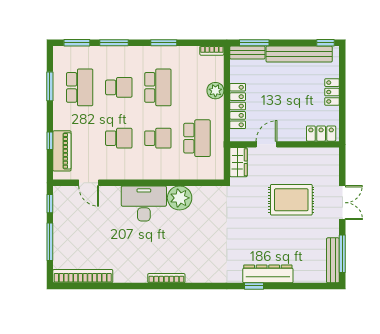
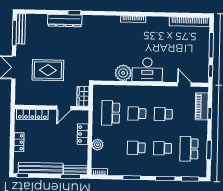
school desk: (158, 87) -> (136, 148), width x0.54
locker: (238, 106) -> (83, 134), width x0.66
locker: (321, 134) -> (32, 114), width x1.53

